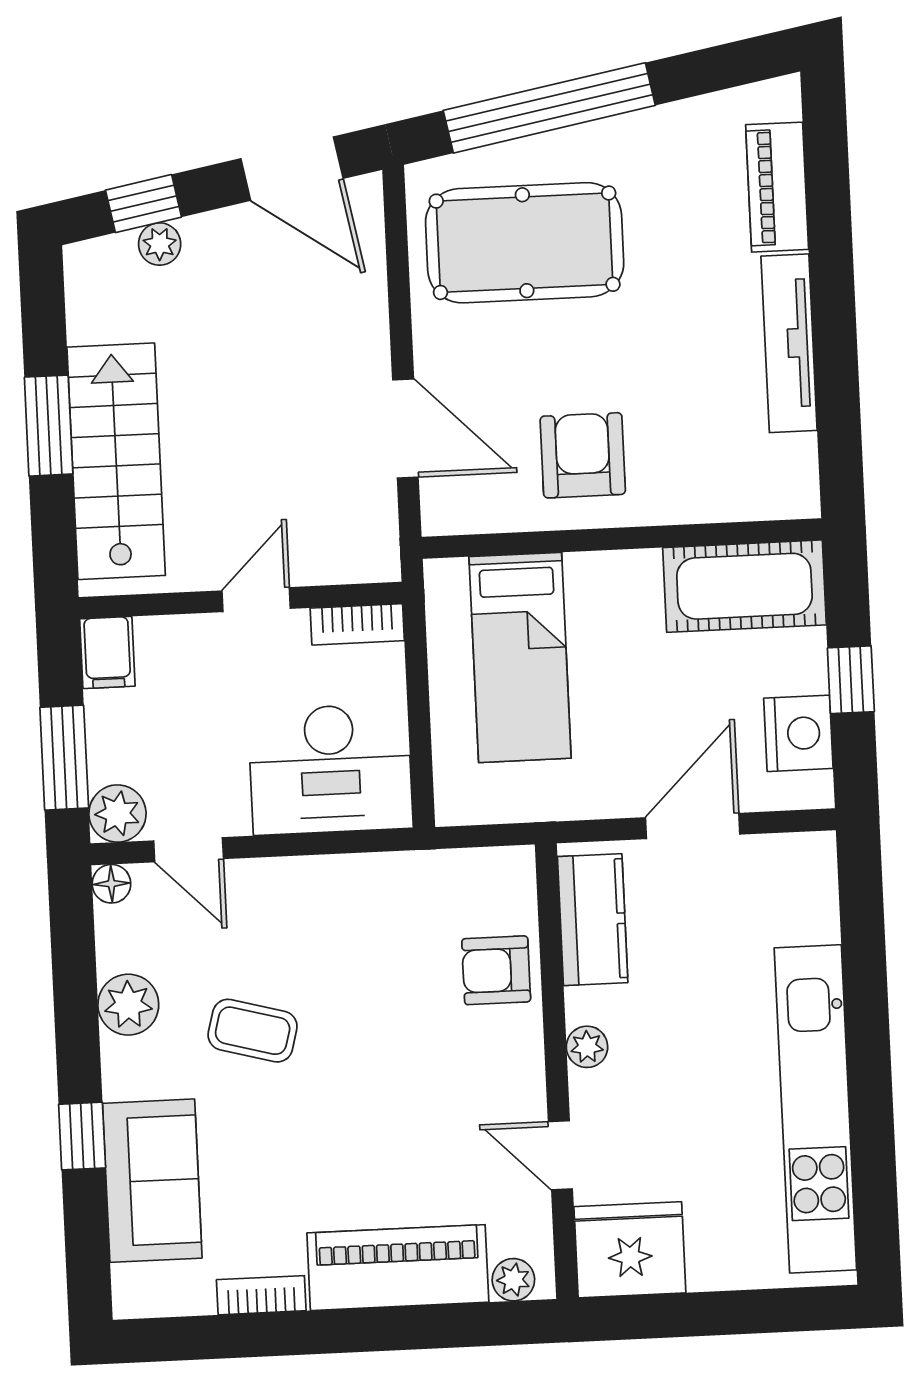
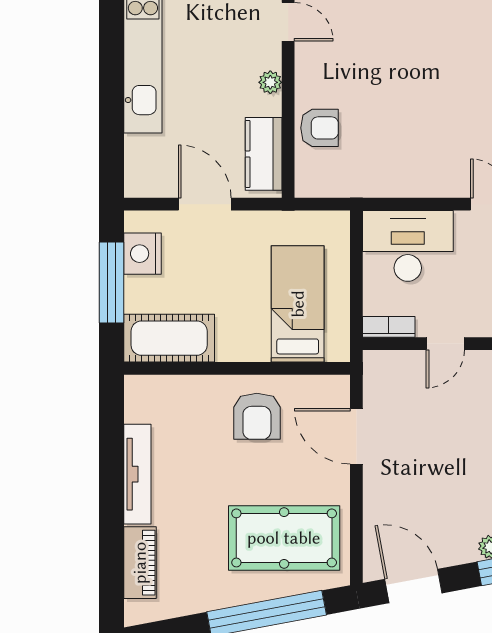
window: (851, 680) -> (112, 282), width x2.17
door: (693, 826) -> (205, 204), swing flipped
coffee table: (253, 1031) -> (459, 100), removed

